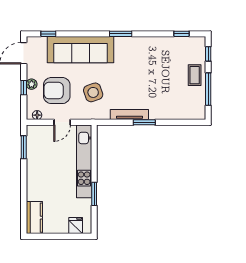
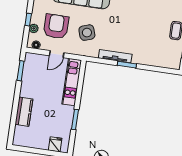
plant: (32, 84) -> (34, 28), moved
armchair: (57, 91) -> (56, 26), turned 90
kitchen unit: (84, 161) -> (72, 82), width x0.73
kitchen counter: (34, 218) -> (24, 112), moved

